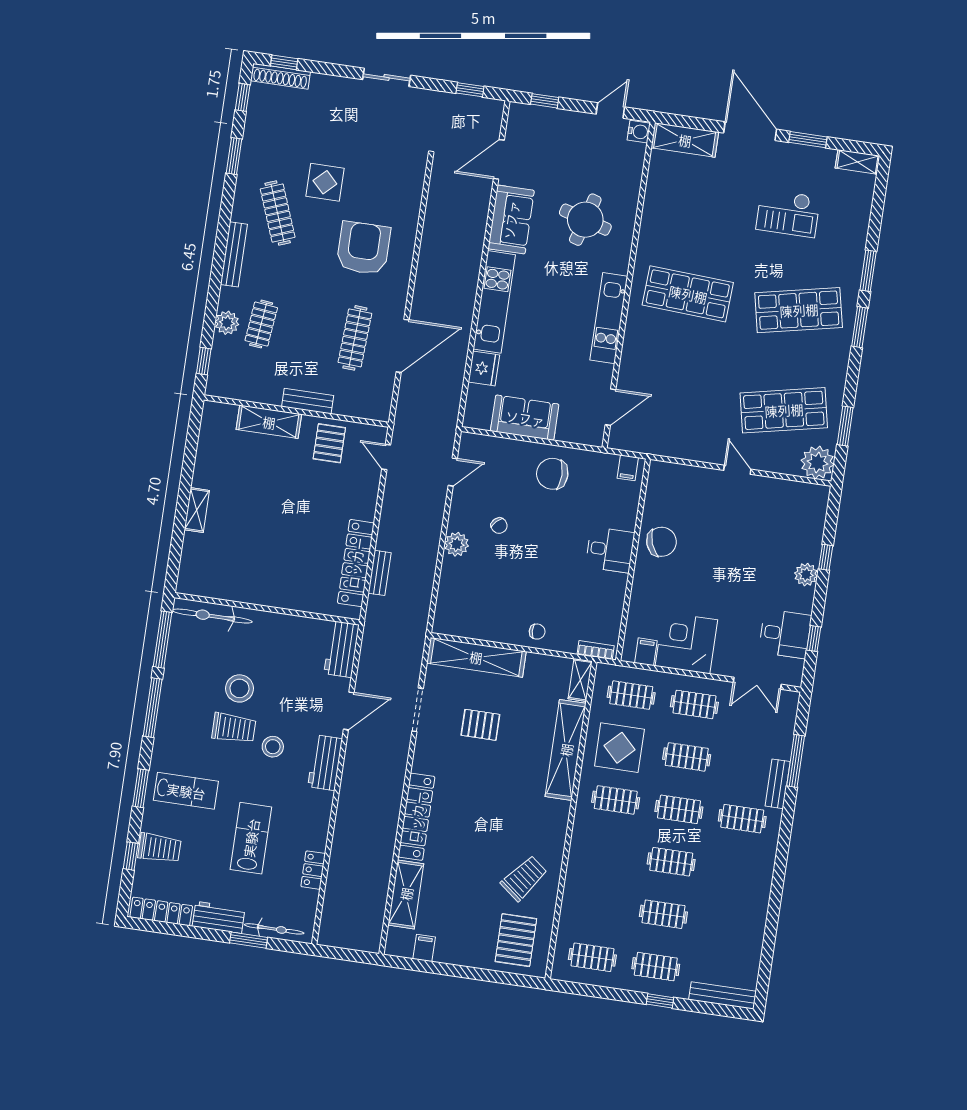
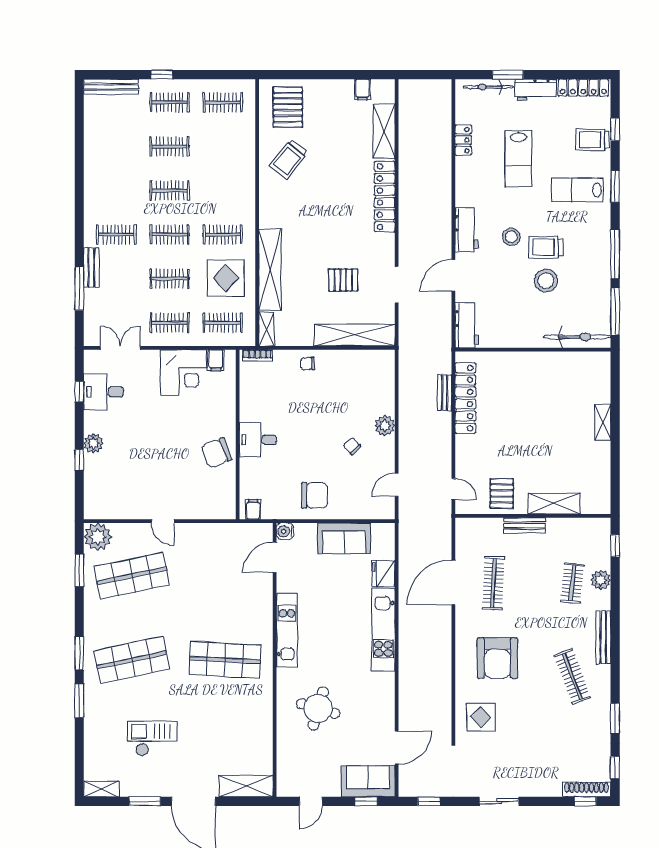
water cooler: (639, 132) -> (285, 531), moved
display table: (325, 182) -> (481, 717), moved
sofa: (511, 220) -> (368, 781), moved, turned 90

